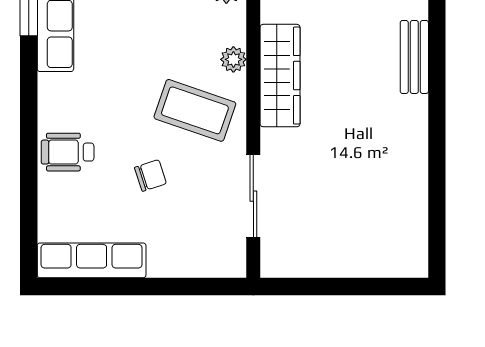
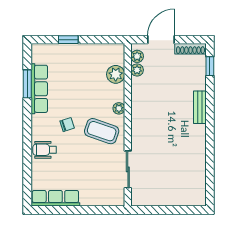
wardrobe: (280, 76) -> (140, 116), removed
chair: (150, 175) -> (67, 125), moved

